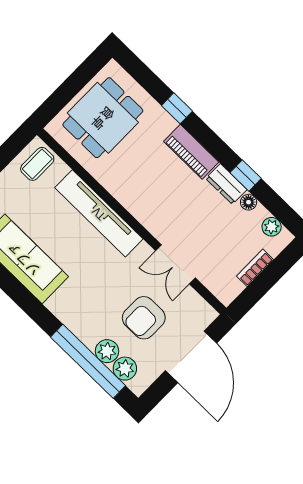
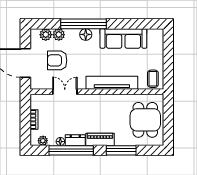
window: (177, 108) -> (121, 150), width x2.17
window: (246, 176) -> (71, 150), width x3.17
floor lamp: (70, 315) -> (86, 34), added
armchair: (144, 318) -> (57, 60), turned -90
window: (88, 361) -> (84, 24), moved

